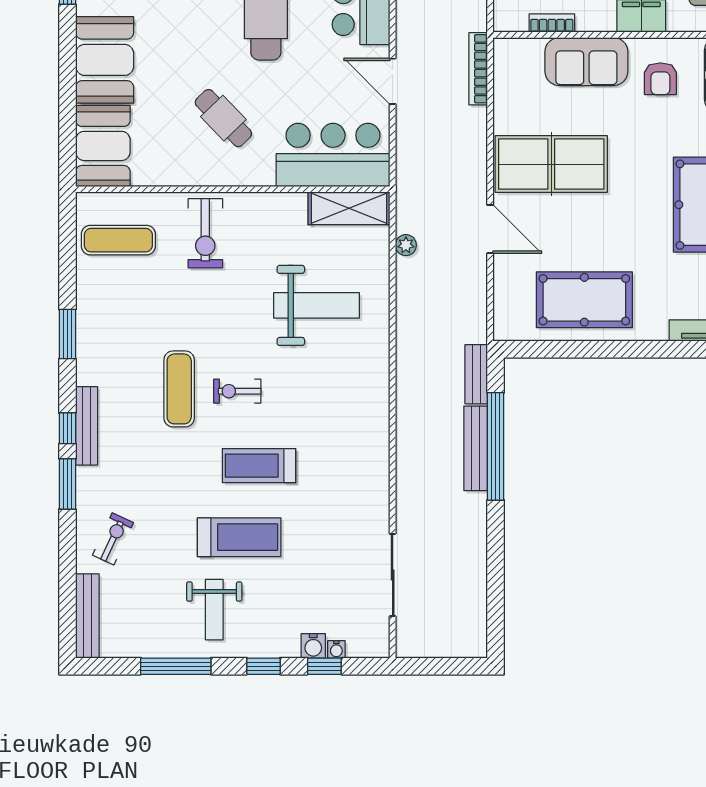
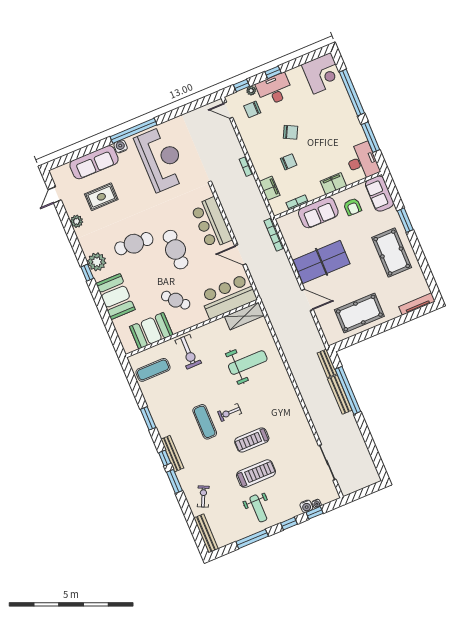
booth: (103, 146) -> (151, 331), moved, turned 90
plant: (406, 245) -> (275, 321), removed

